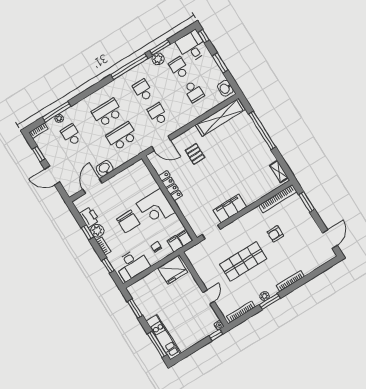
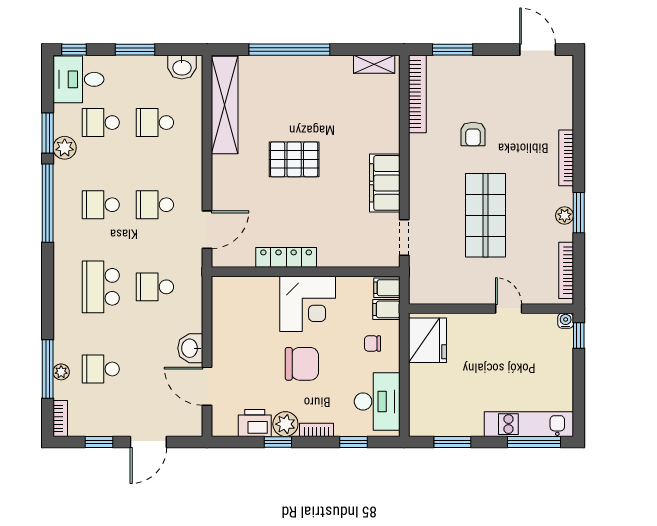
school desk: (194, 92) -> (155, 123), turned 180
school desk: (122, 136) -> (155, 287), width x0.54
pallet: (195, 154) -> (294, 159), moved, width x1.50, depth x1.42

